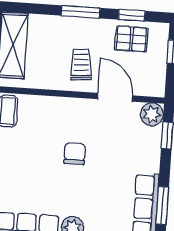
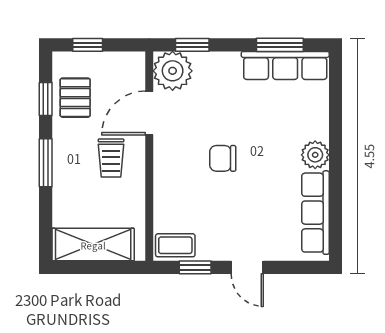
trolley: (81, 64) -> (111, 158), turned -86
plant: (152, 114) -> (173, 71), width x1.36, depth x1.36

